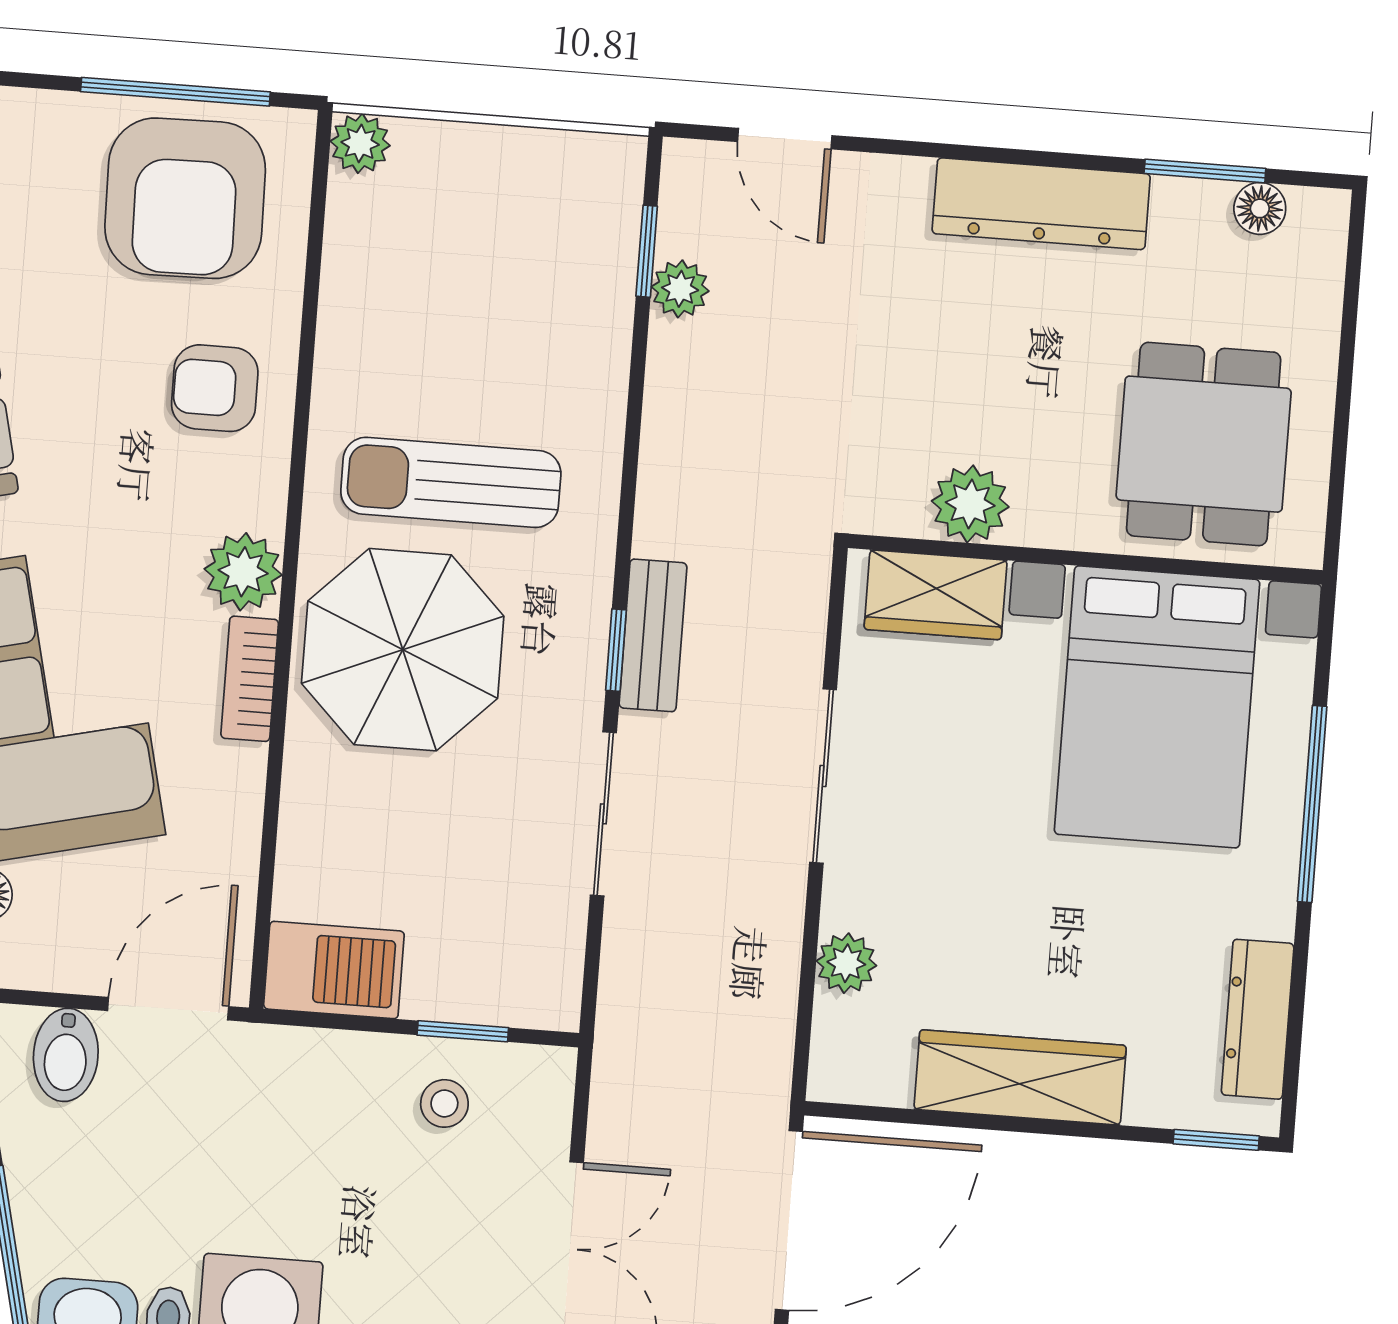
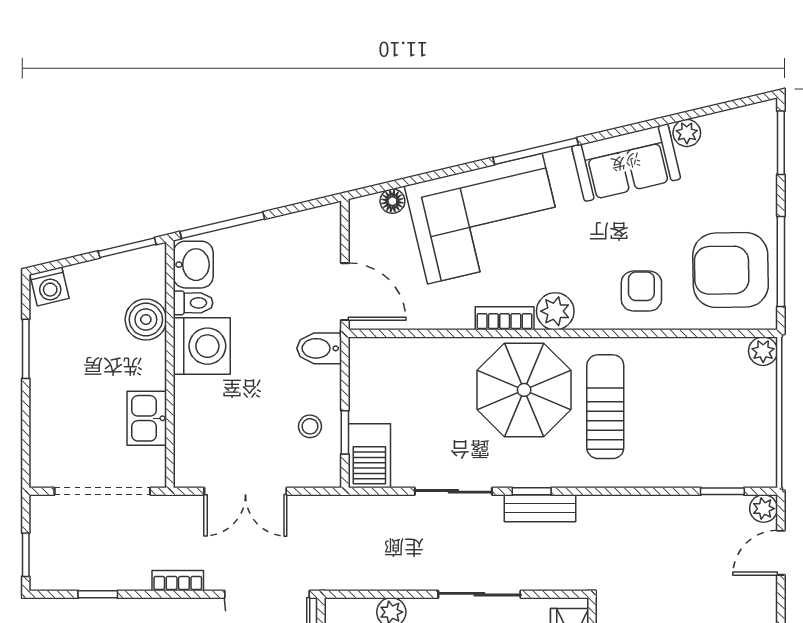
plant: (680, 289) -> (764, 509), moved
barbecue: (334, 970) -> (369, 456), moved
bidet: (66, 1055) -> (319, 348), moved

